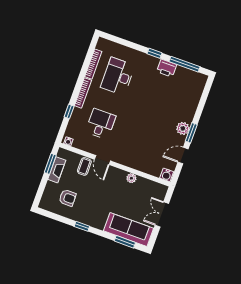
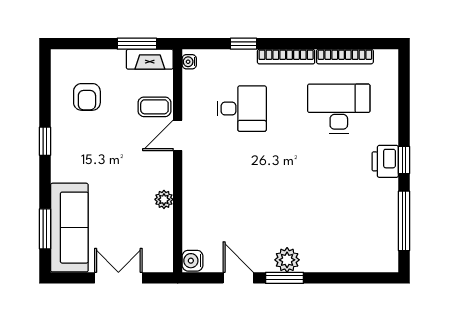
printer: (167, 68) -> (385, 161), moved
fireplace: (57, 170) -> (150, 59), moved

